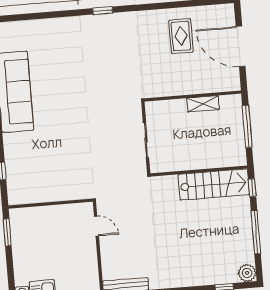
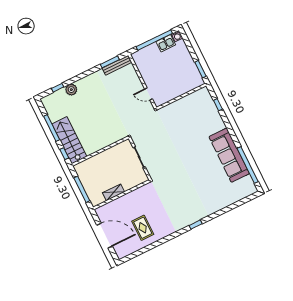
stairs: (214, 185) -> (69, 140), moved, turned 90
plant: (247, 273) -> (71, 90), moved

